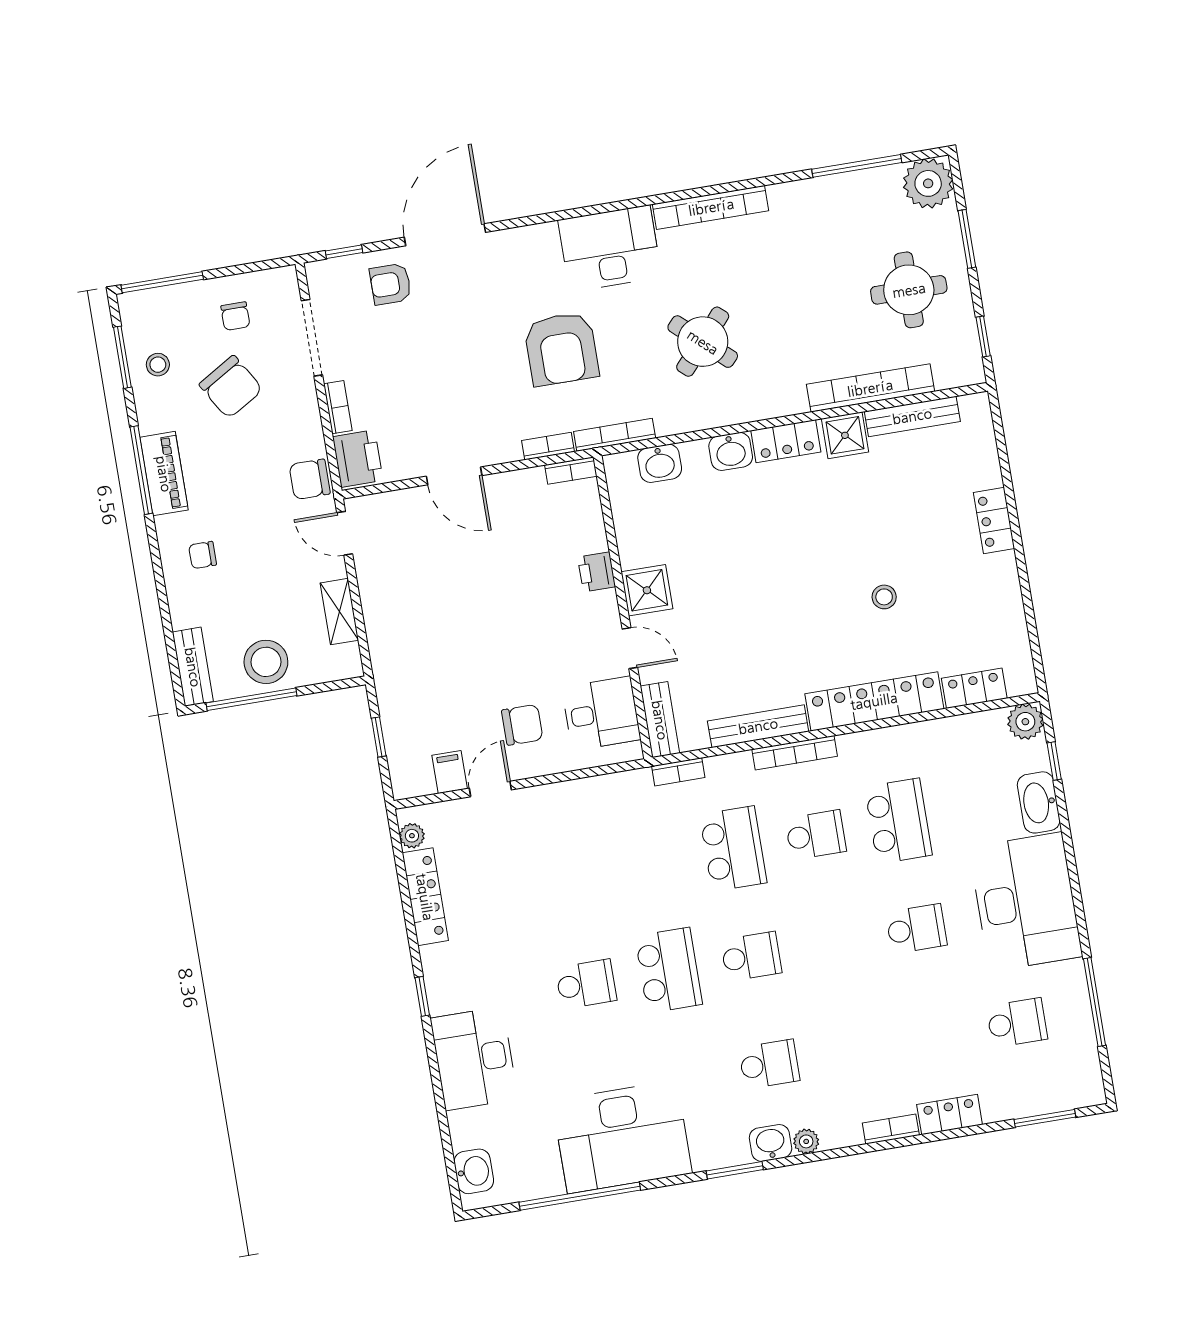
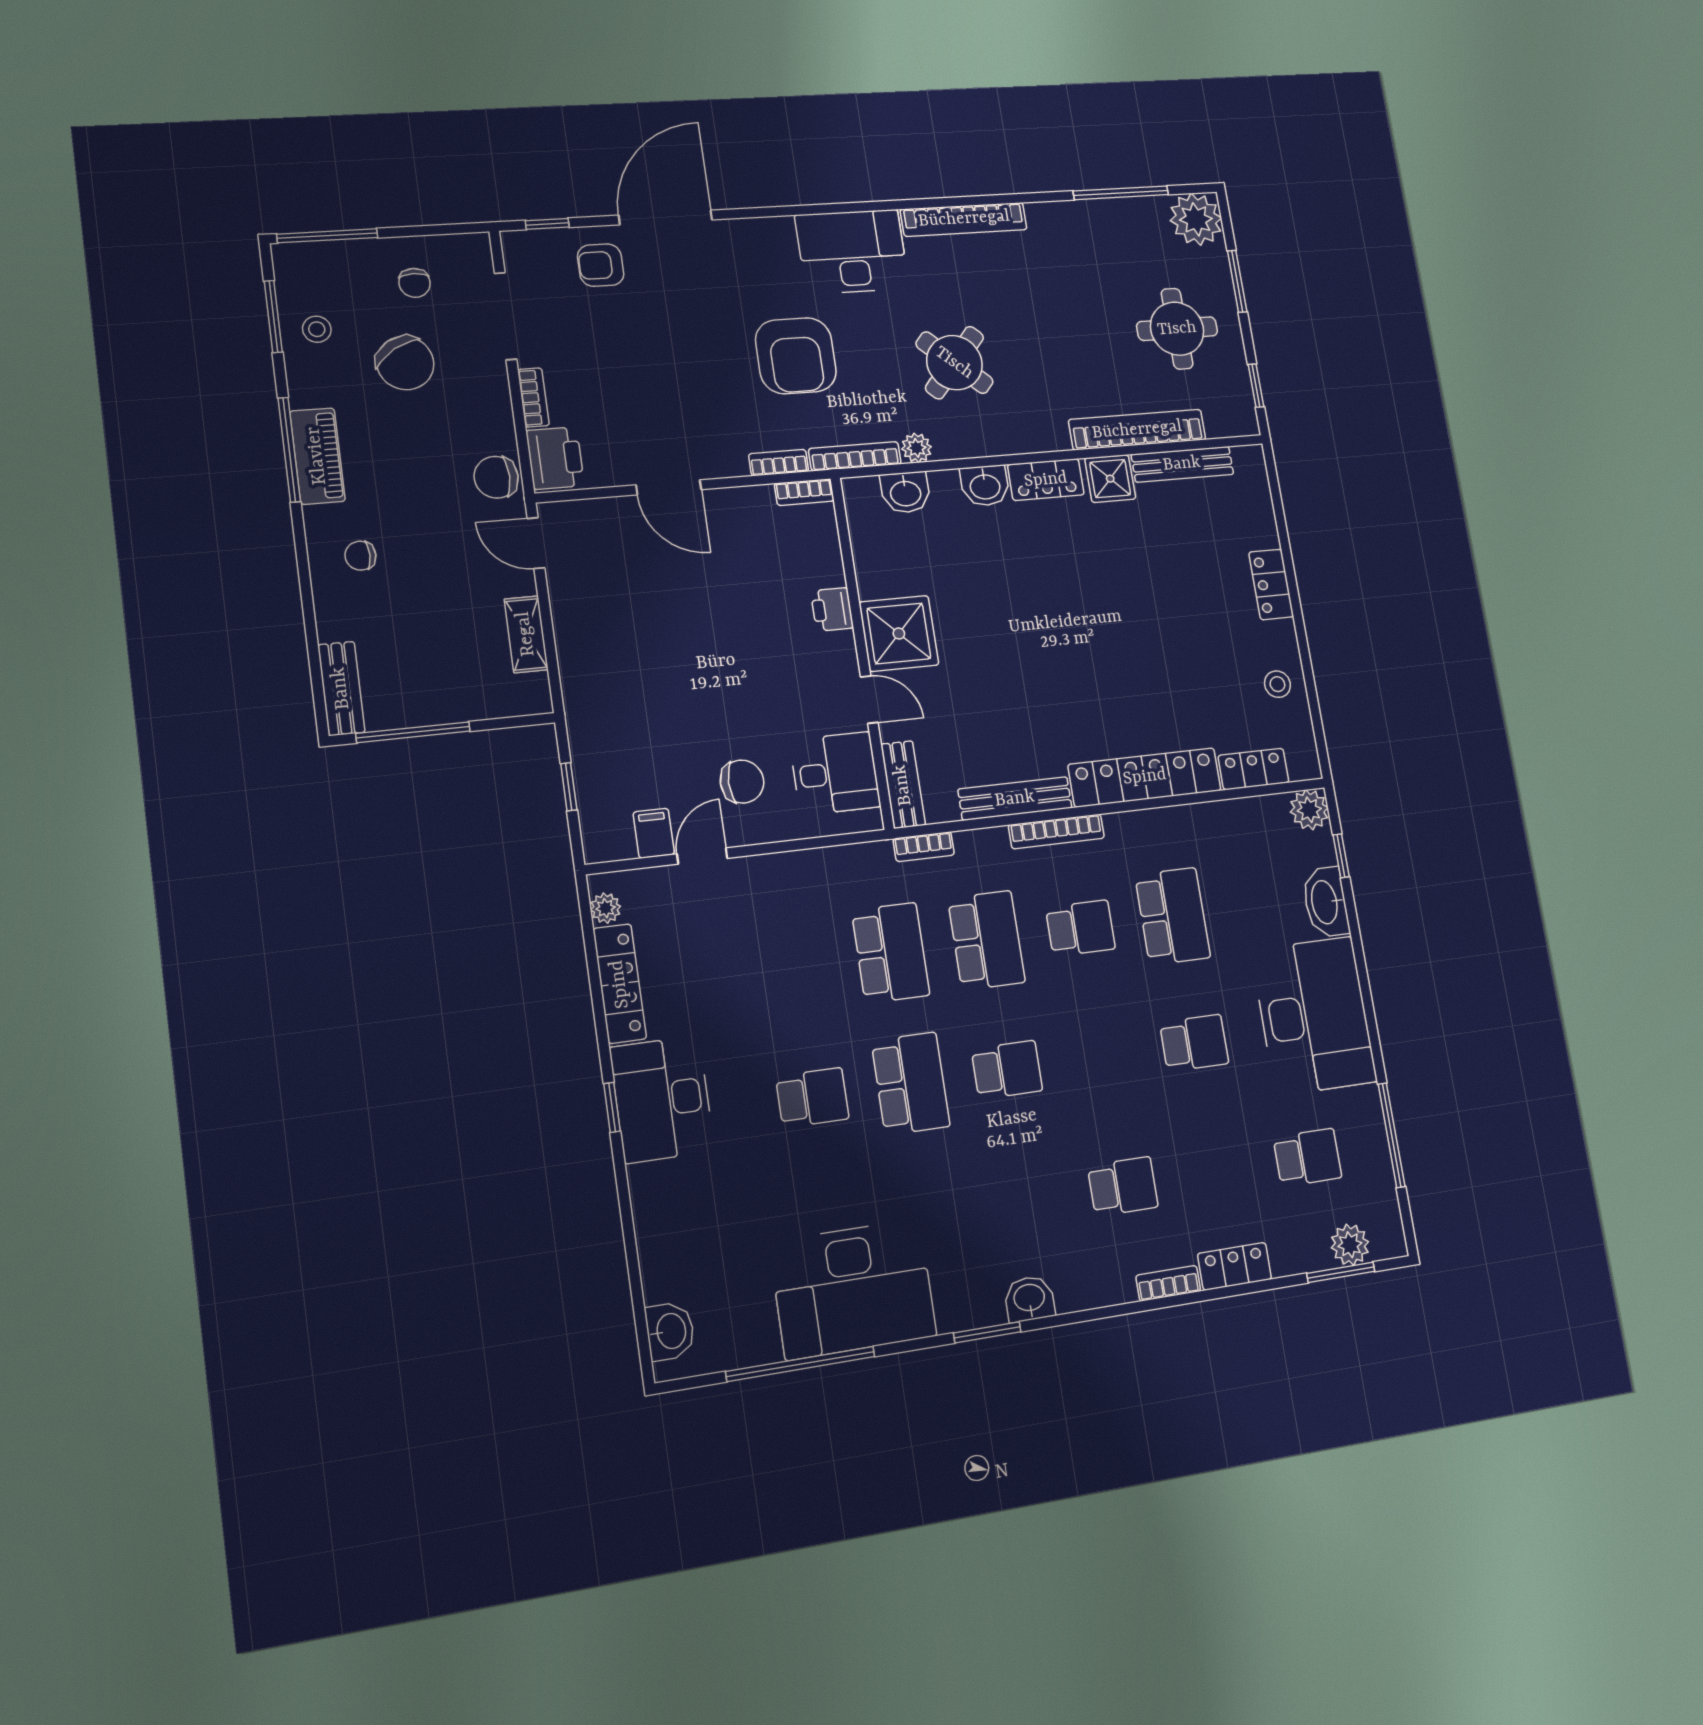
plant: (669, 422) -> (917, 448), added
shower: (647, 590) -> (899, 634), width x1.36, depth x1.36
stool: (884, 597) -> (1277, 684), moved
stool: (266, 662) -> (433, 688), removed
school desk: (651, 862) -> (891, 953), added
desk: (474, 1059) -> (662, 1099), moved
school desk: (769, 1064) -> (1123, 1186), moved
plant: (806, 1141) -> (1350, 1245), moved, width x1.38, depth x1.38

